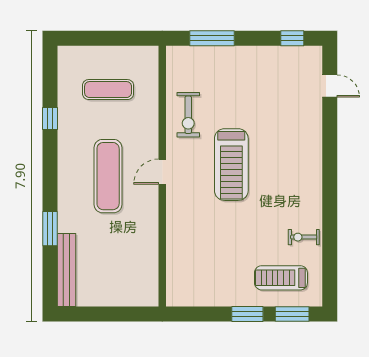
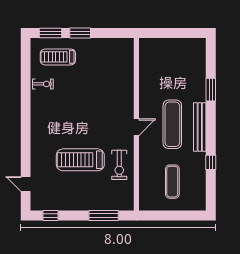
exercise mat: (108, 90) -> (172, 182), turned 90
exercise bike: (188, 115) -> (119, 165), turned 180
treadmill: (231, 165) -> (80, 160), moved, turned -90
bench: (67, 270) -> (200, 127), moved
treadmill: (281, 278) -> (58, 57), turned 180

